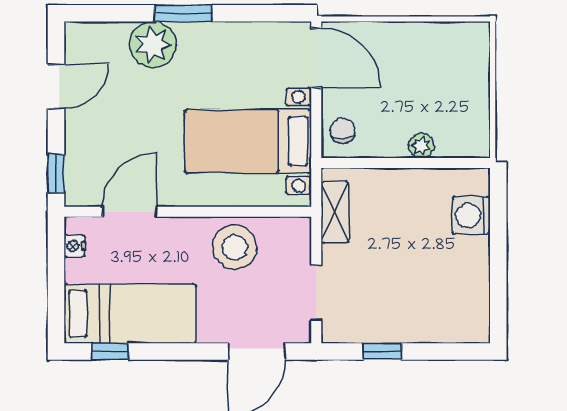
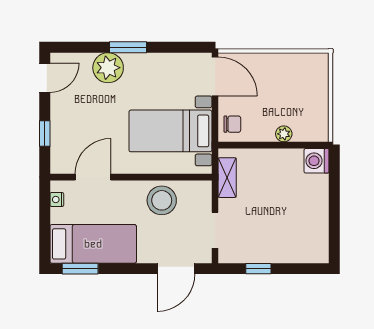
door: (56, 86) -> (45, 78), moved
chair: (343, 131) -> (232, 124), turned 90
window: (56, 173) -> (45, 133), moved
washing machine: (471, 215) -> (316, 161), moved
window: (110, 352) -> (80, 269), width x1.50

